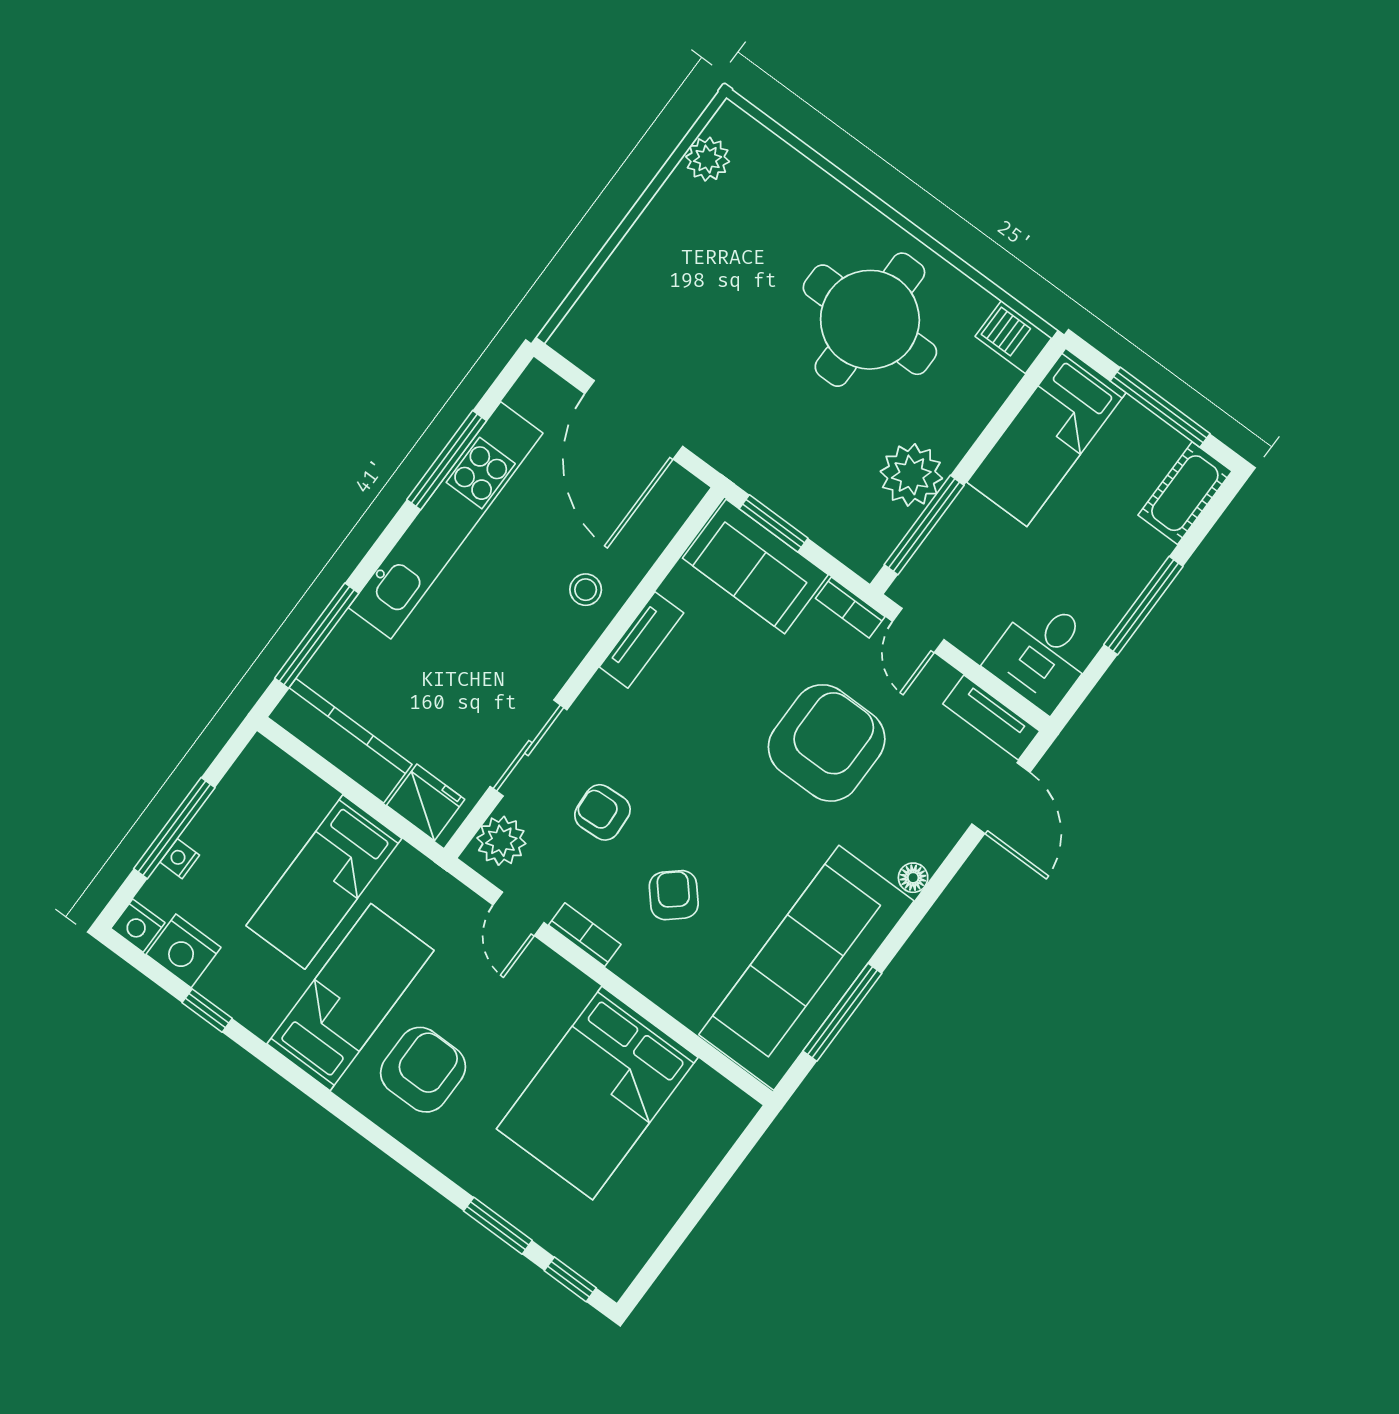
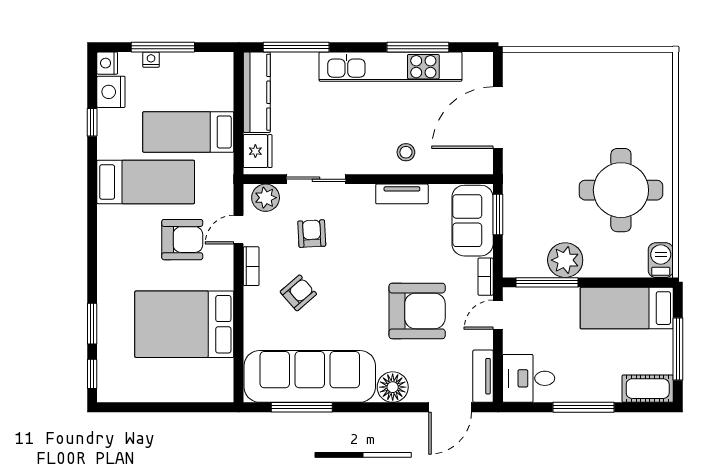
plant: (708, 159) -> (639, 64), removed
floor lamp: (913, 878) -> (393, 387), width x1.89, depth x1.89
armchair: (423, 1070) -> (182, 240), moved

